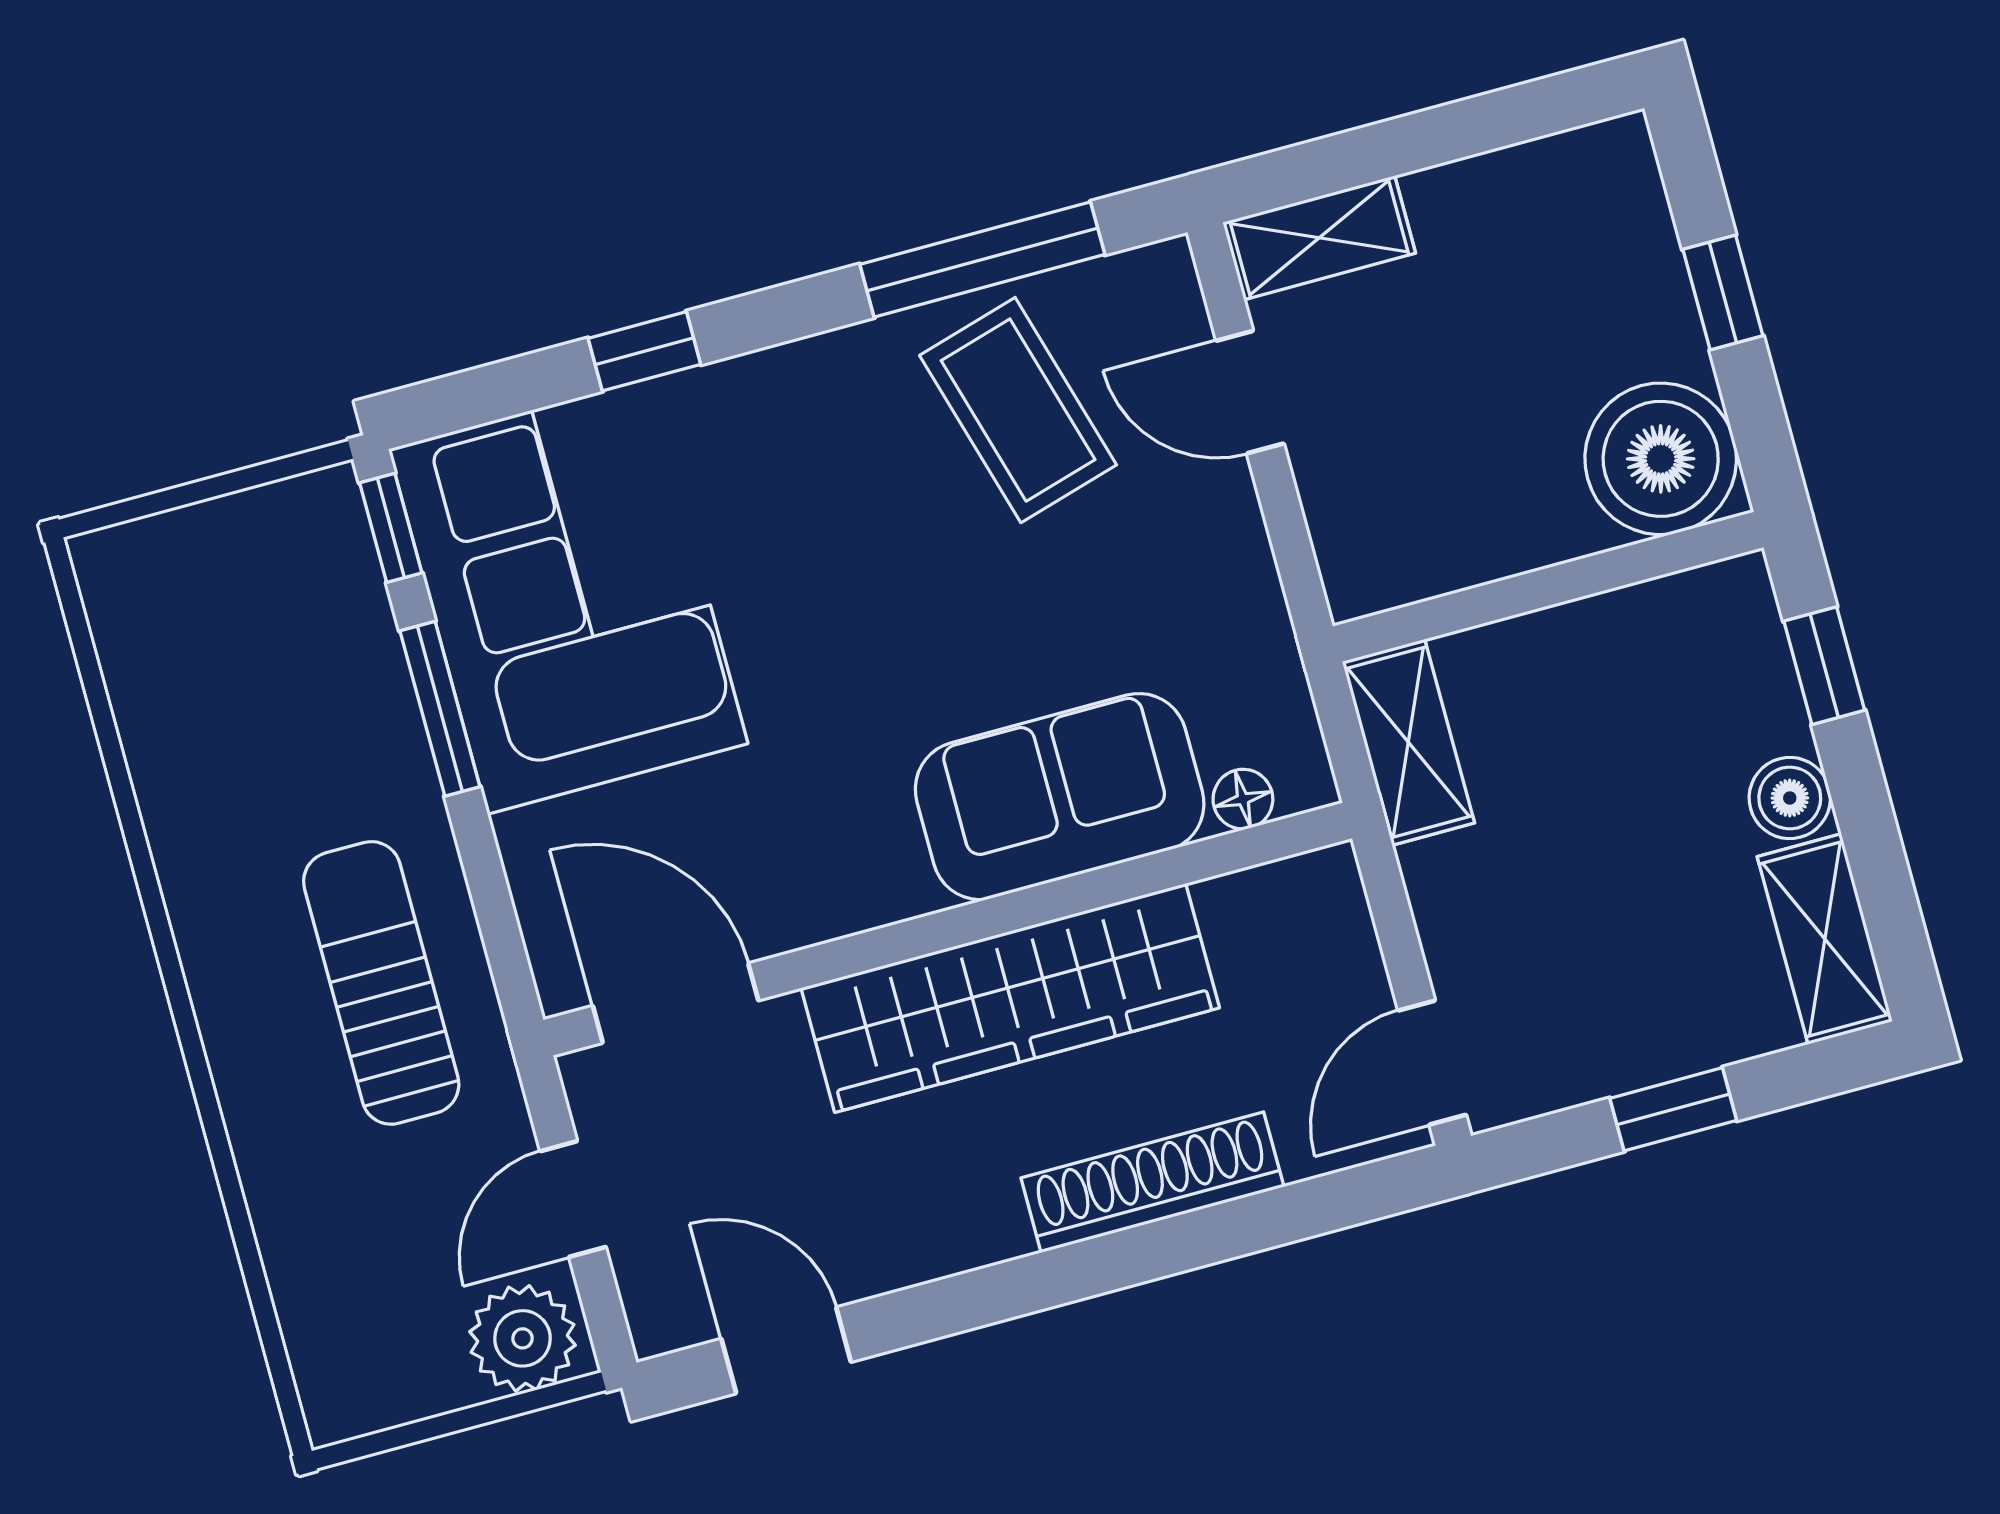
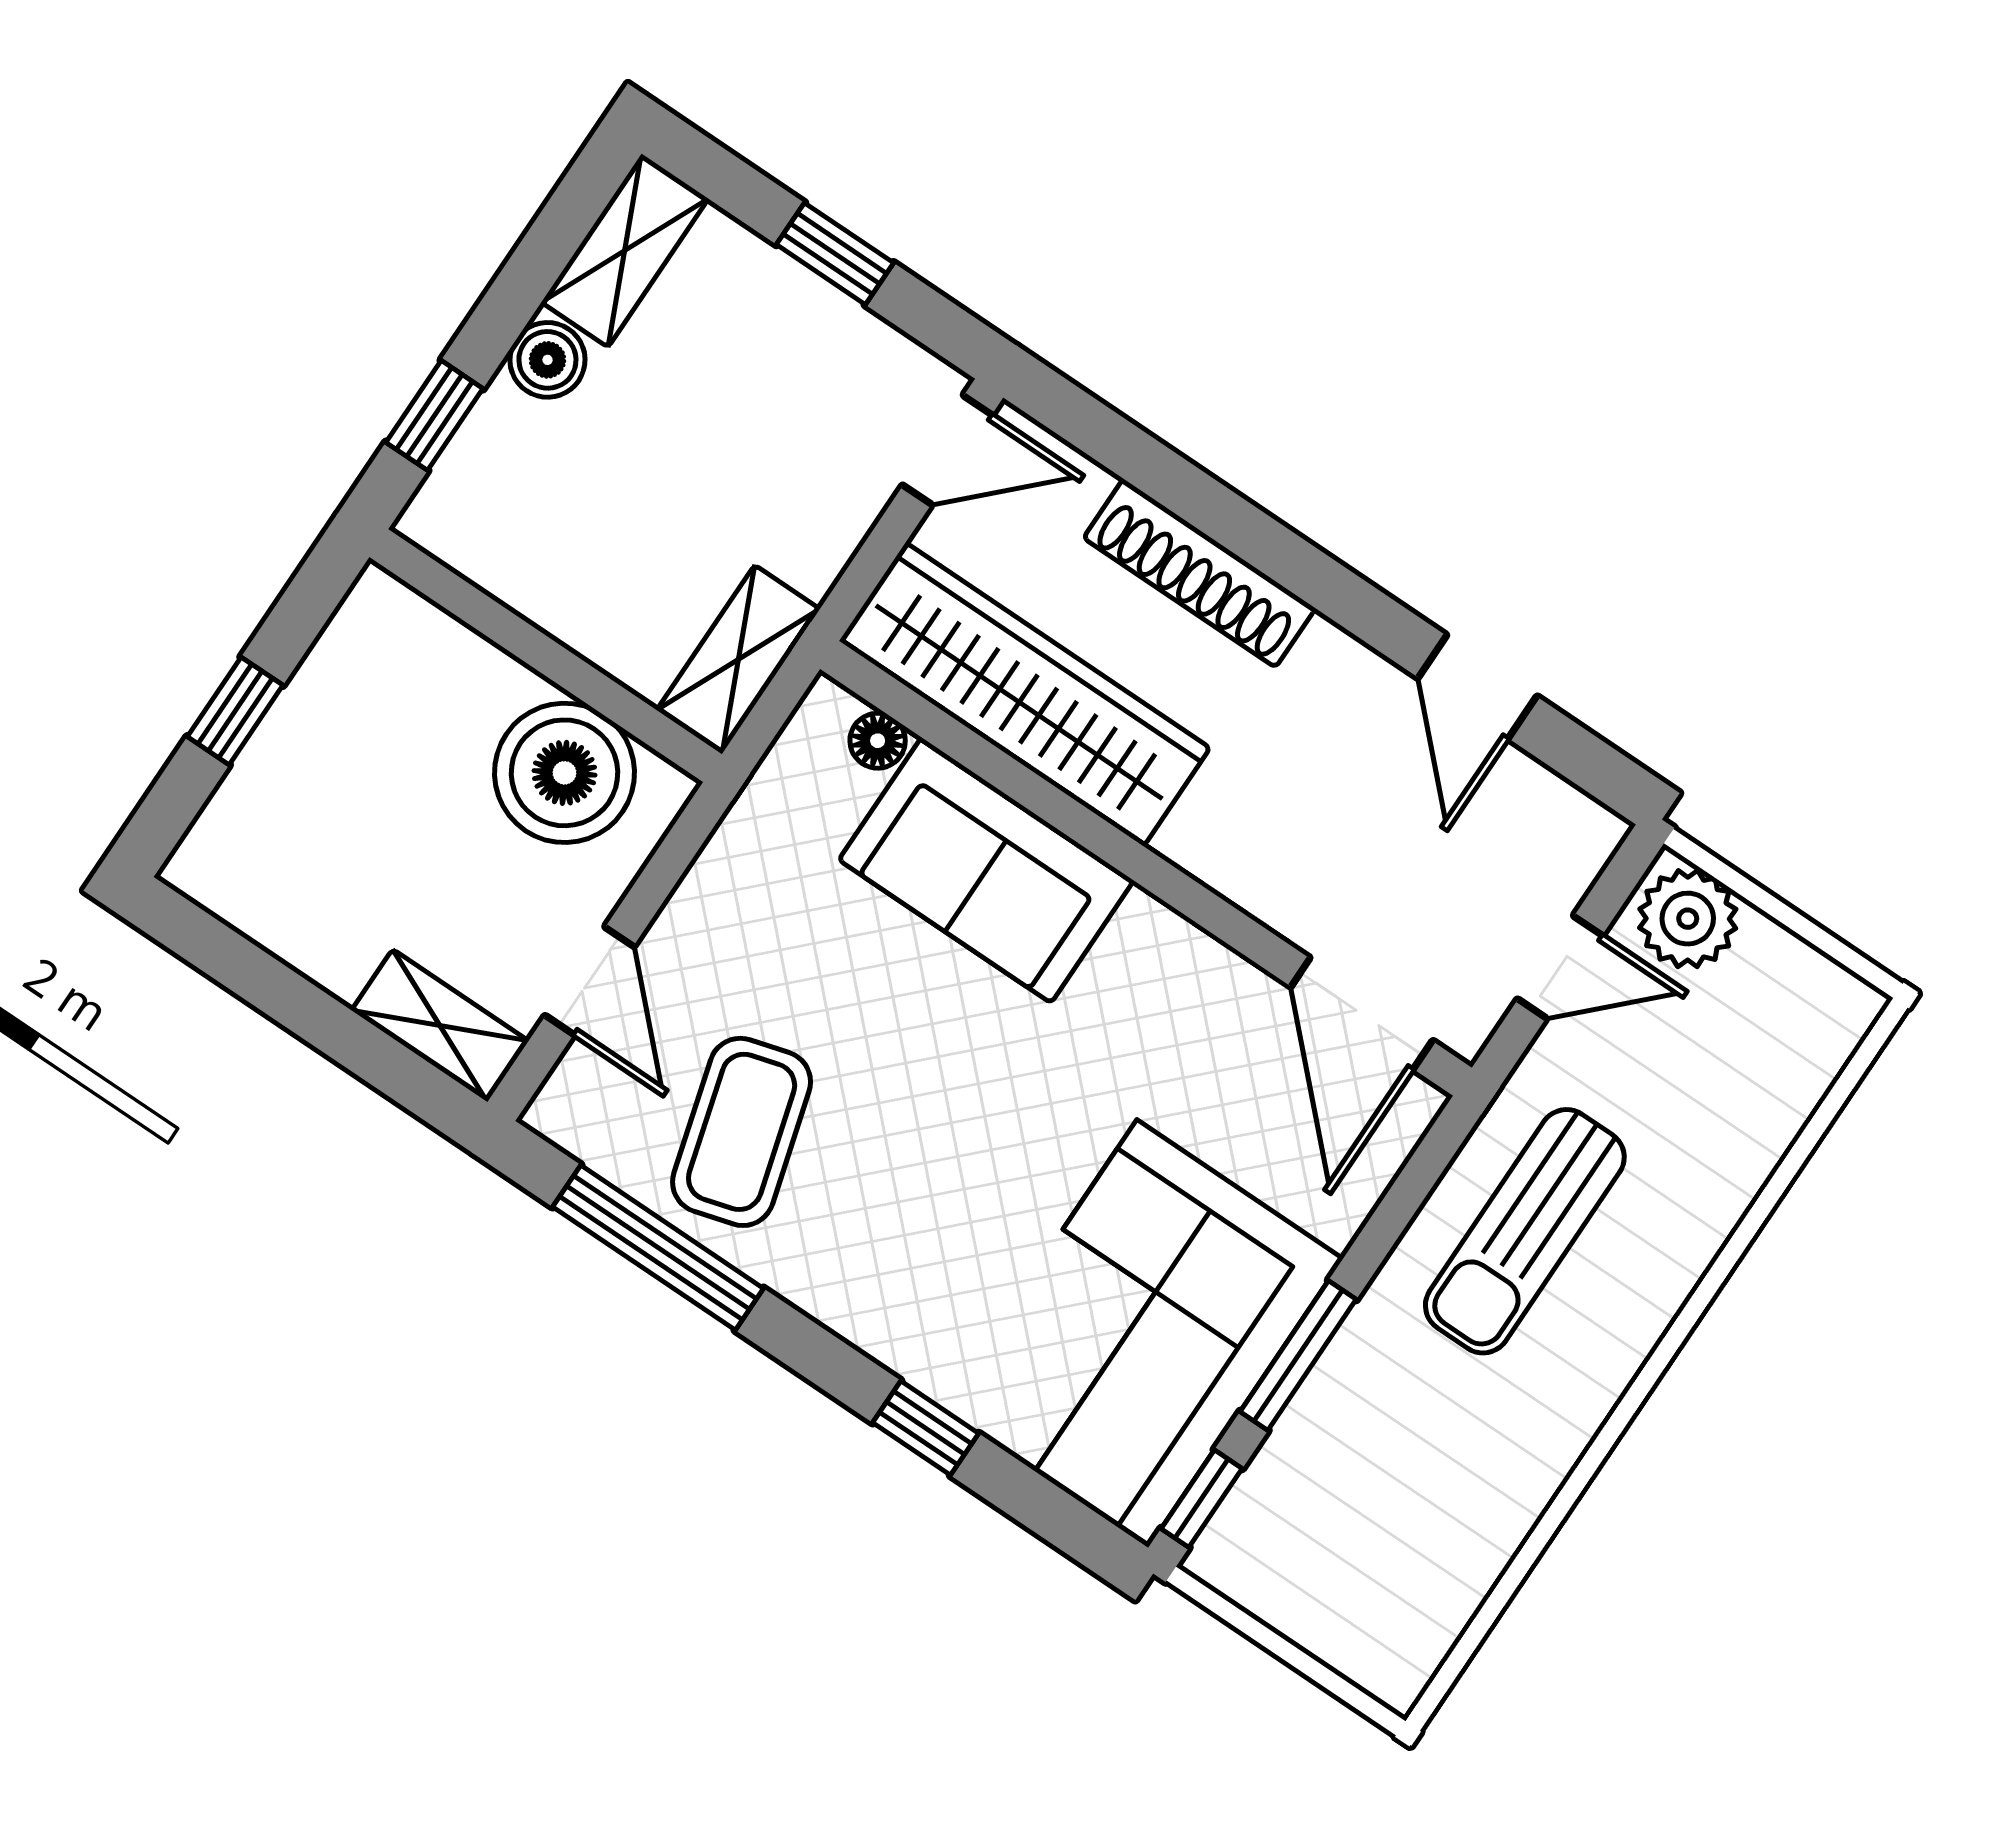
boiler: (1661, 459) -> (564, 773), moved
wardrobe: (1010, 998) -> (1025, 694), moved
door: (786, 1350) -> (1477, 687), moved

